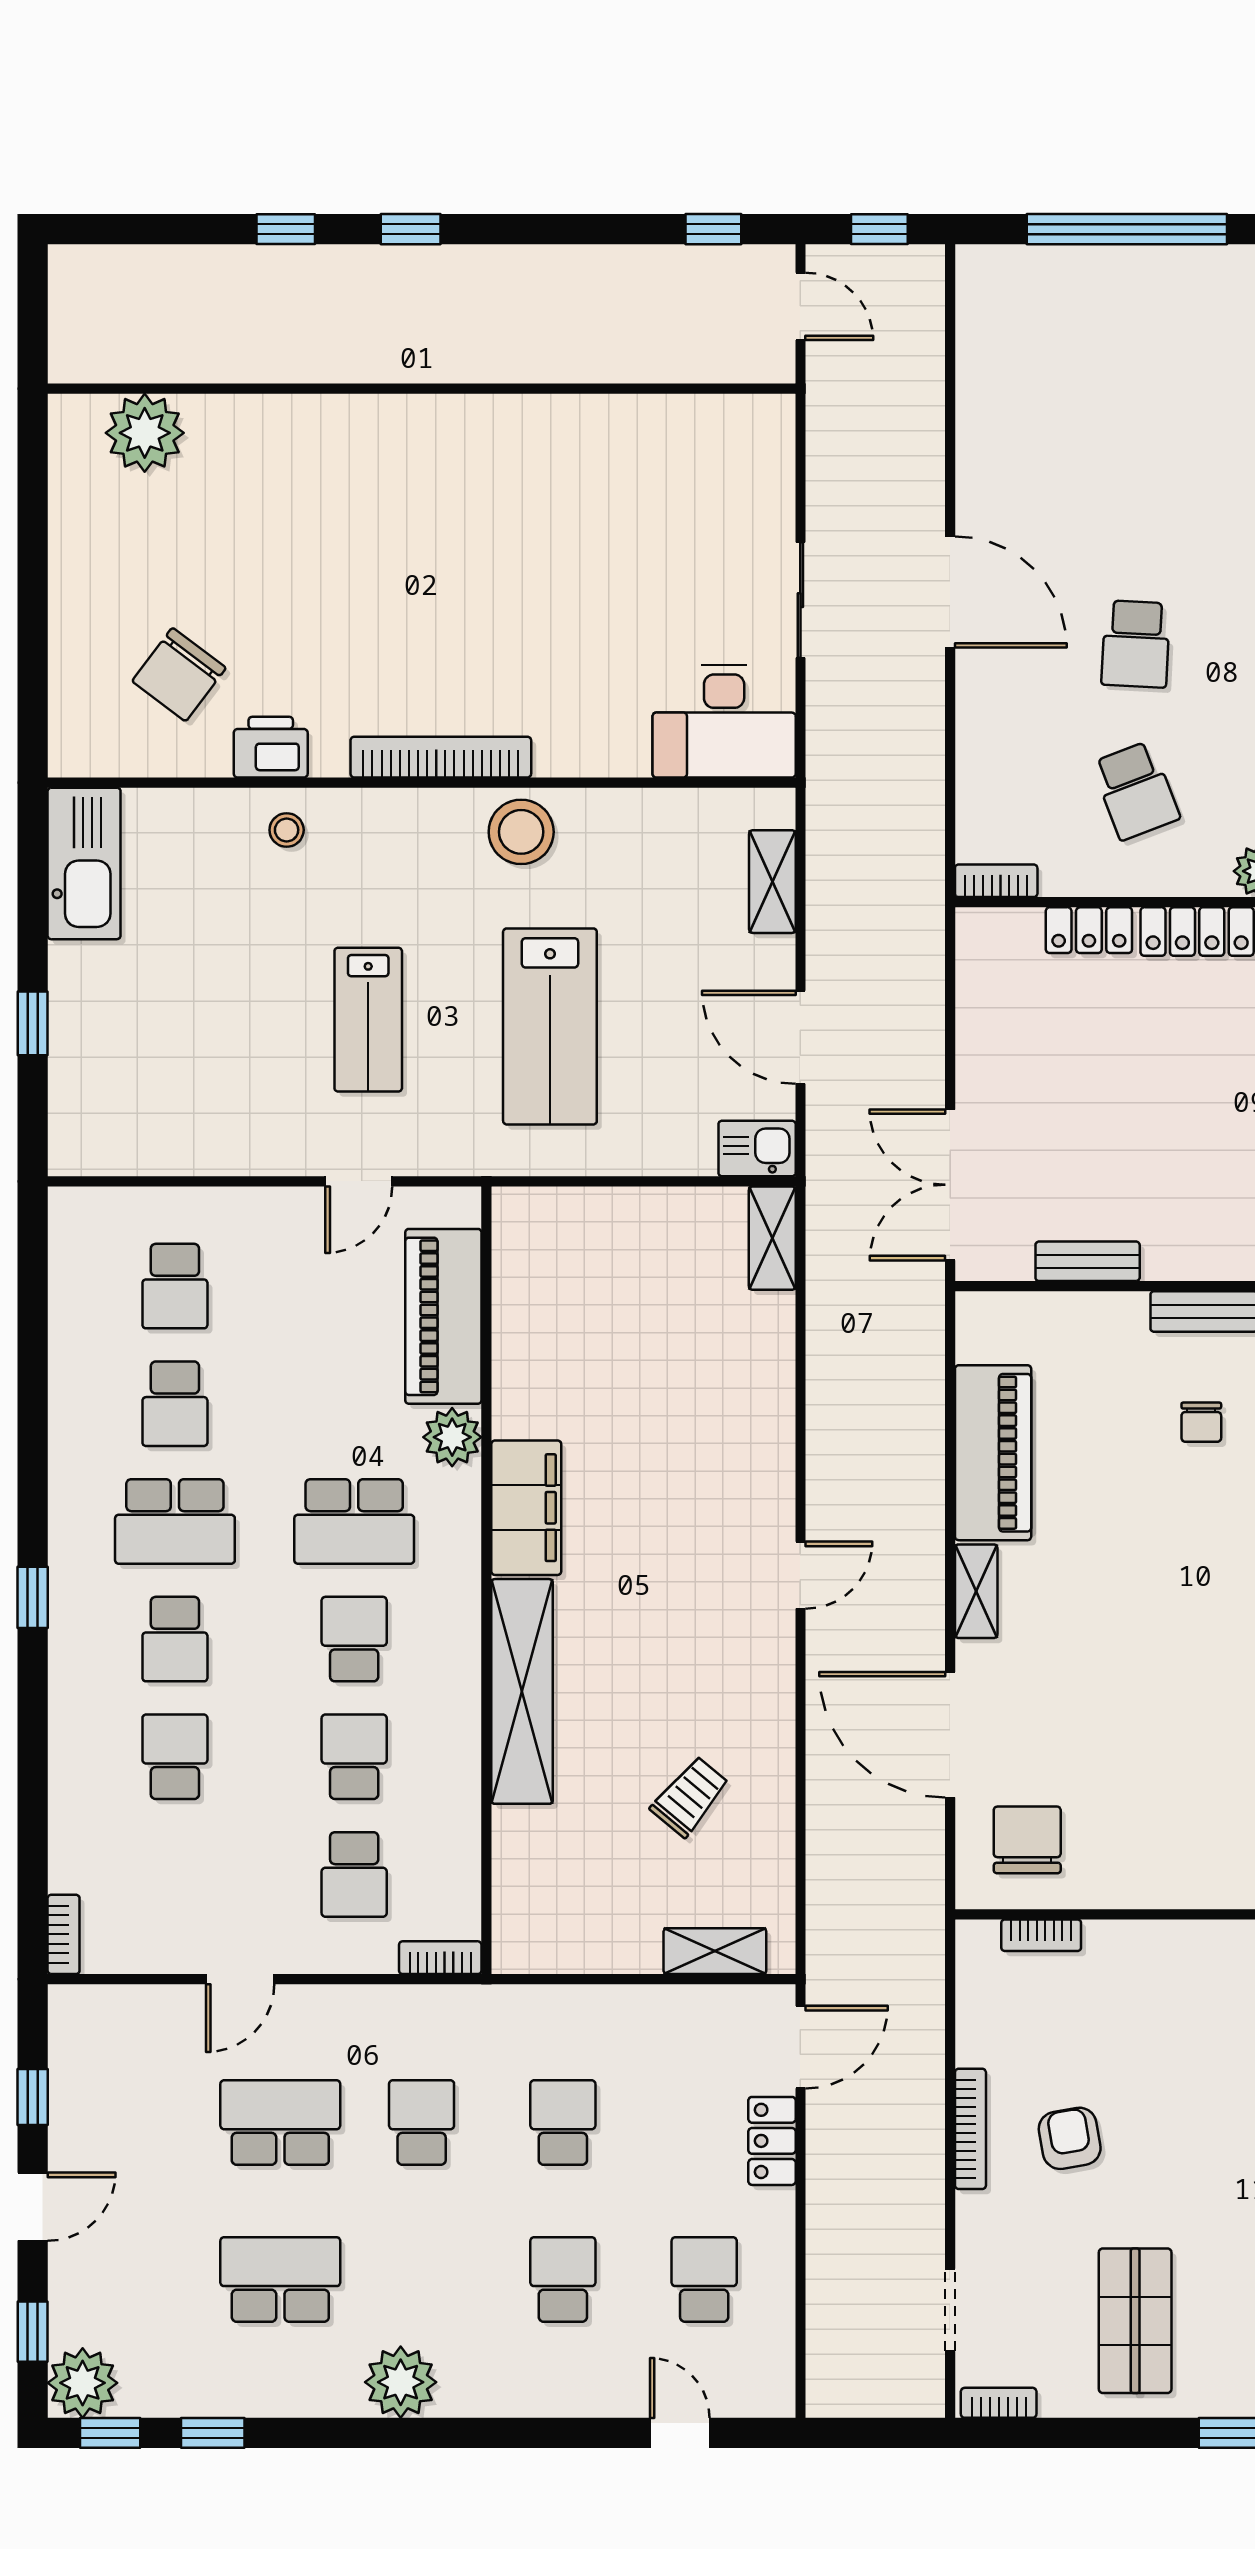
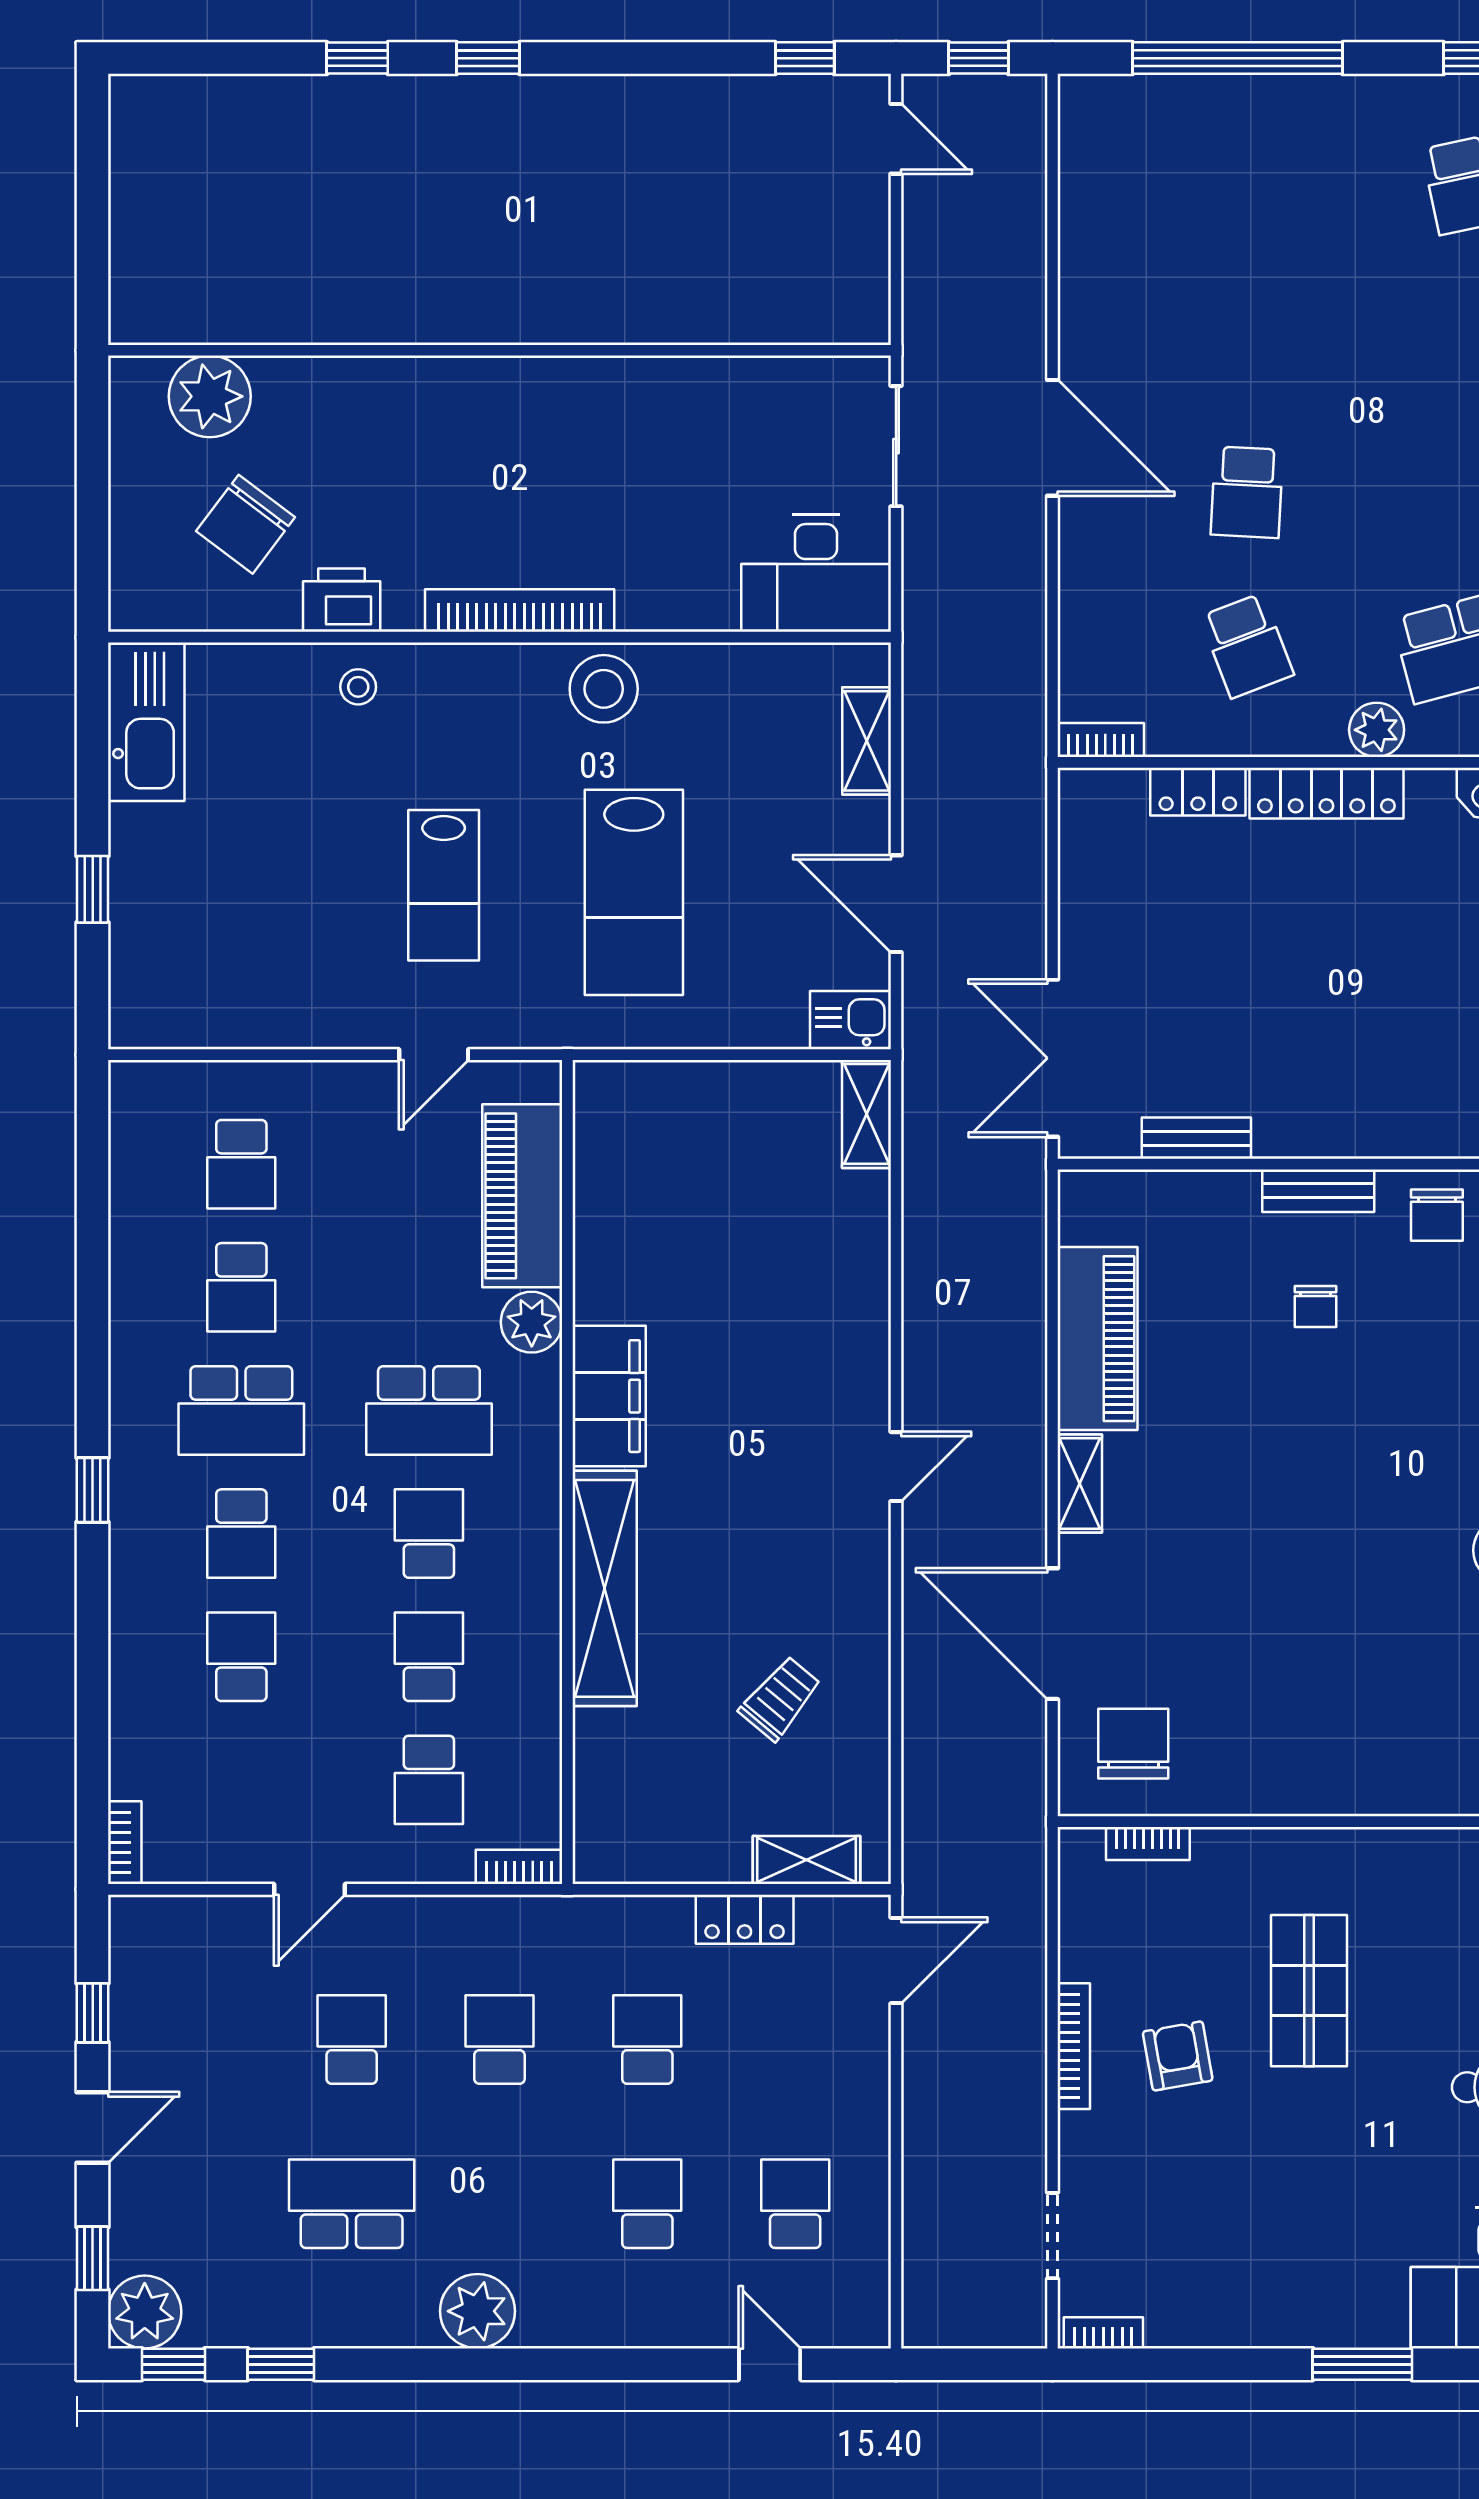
wall: (422, 389) -> (499, 350), moved
plant: (145, 433) -> (210, 396), moved
school desk: (280, 2123) -> (352, 2039), width x0.54
locker: (772, 2141) -> (745, 1919), moved, turned -90
shop shelf: (1135, 2321) -> (1309, 1991), moved

